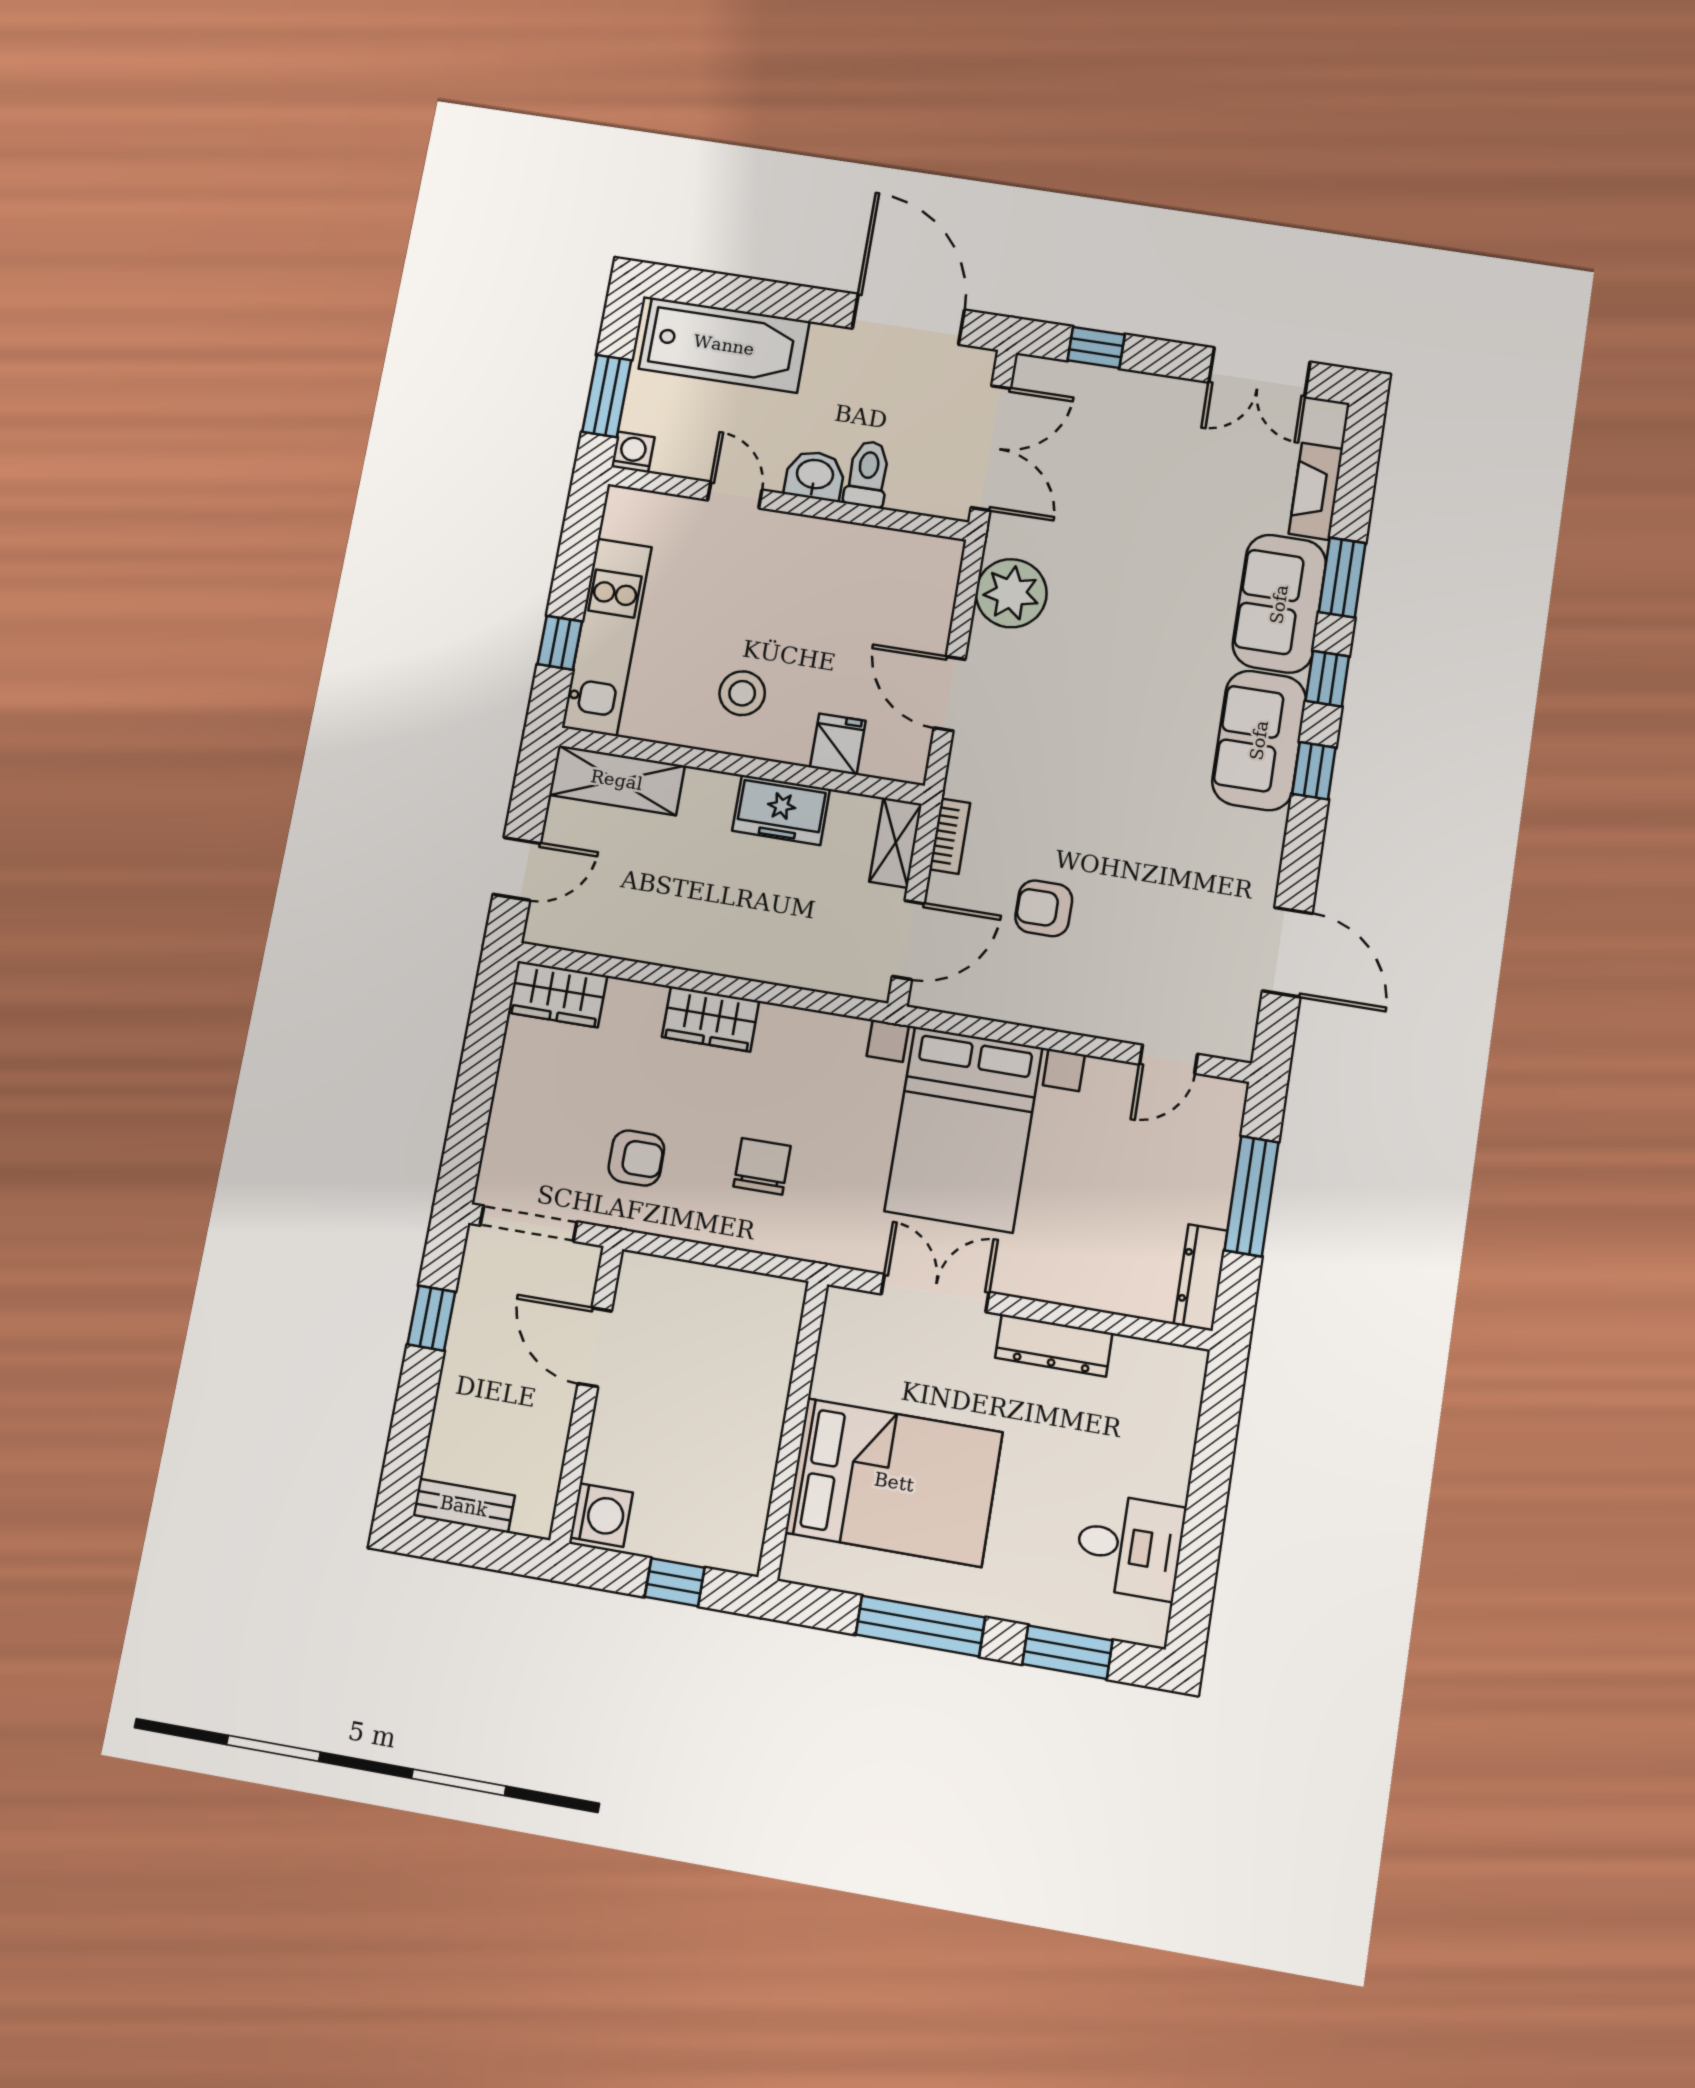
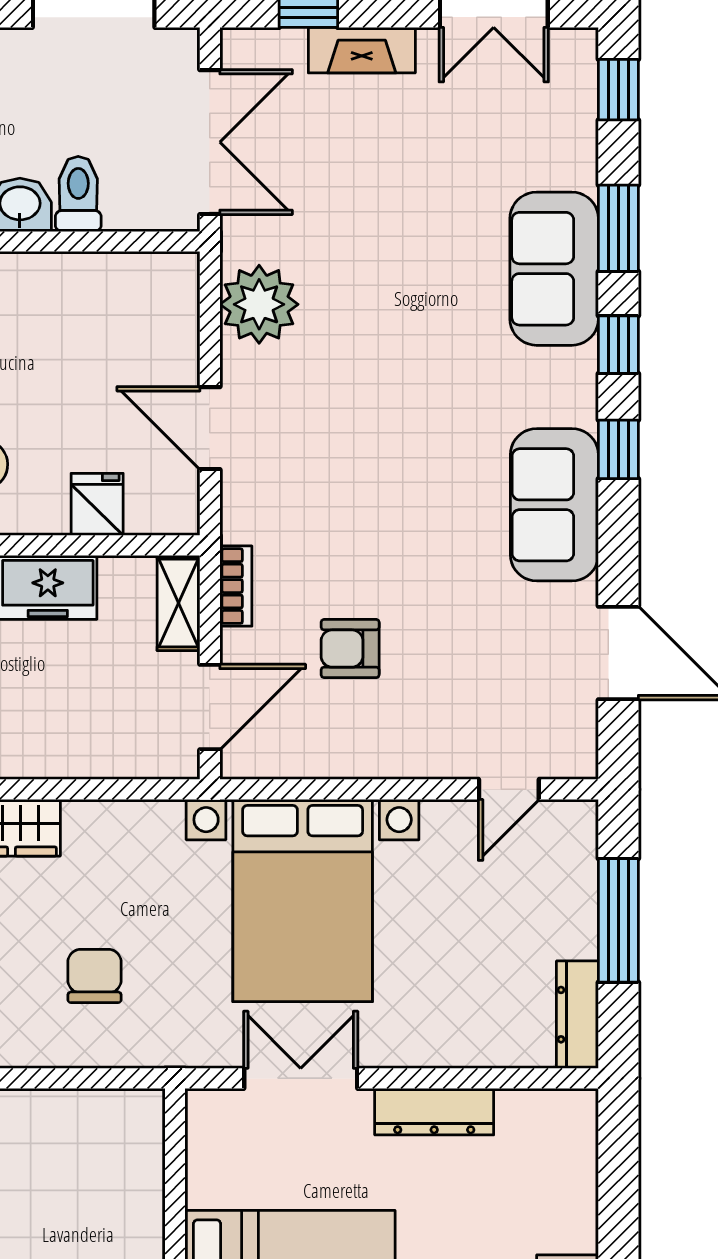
window: (1360, 459) -> (618, 90), added
fireplace: (1316, 491) -> (362, 50), moved, turned -90
sofa: (1259, 740) -> (554, 505), moved

